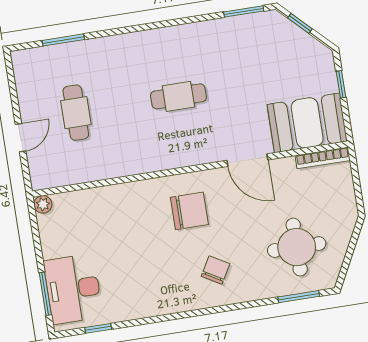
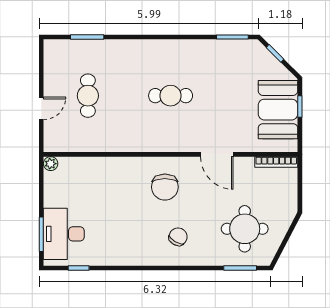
booth: (307, 123) -> (278, 110), moved, turned 90
chair: (189, 211) -> (165, 187), turned 90

